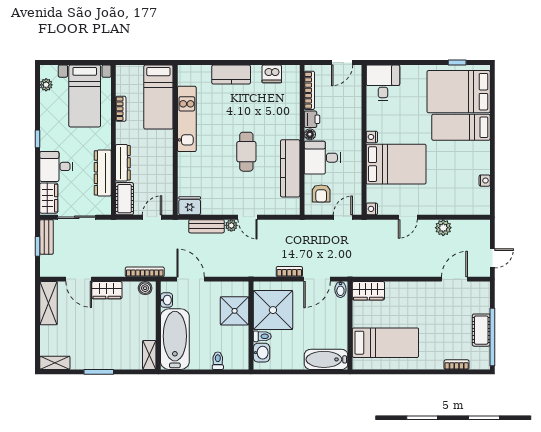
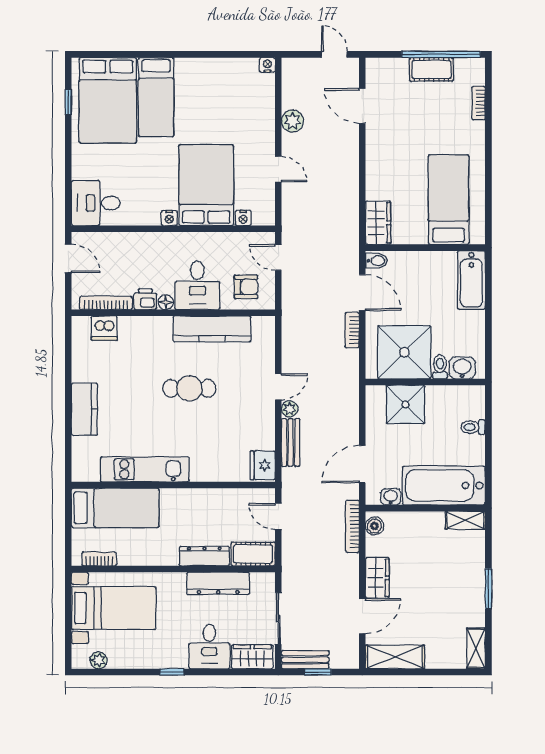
dishwasher: (272, 74) -> (104, 328), moved, turned 90
bookcase: (121, 109) -> (99, 559), moved
nightstand: (485, 181) -> (267, 65), moved
nightstand: (372, 209) -> (243, 218), moved

